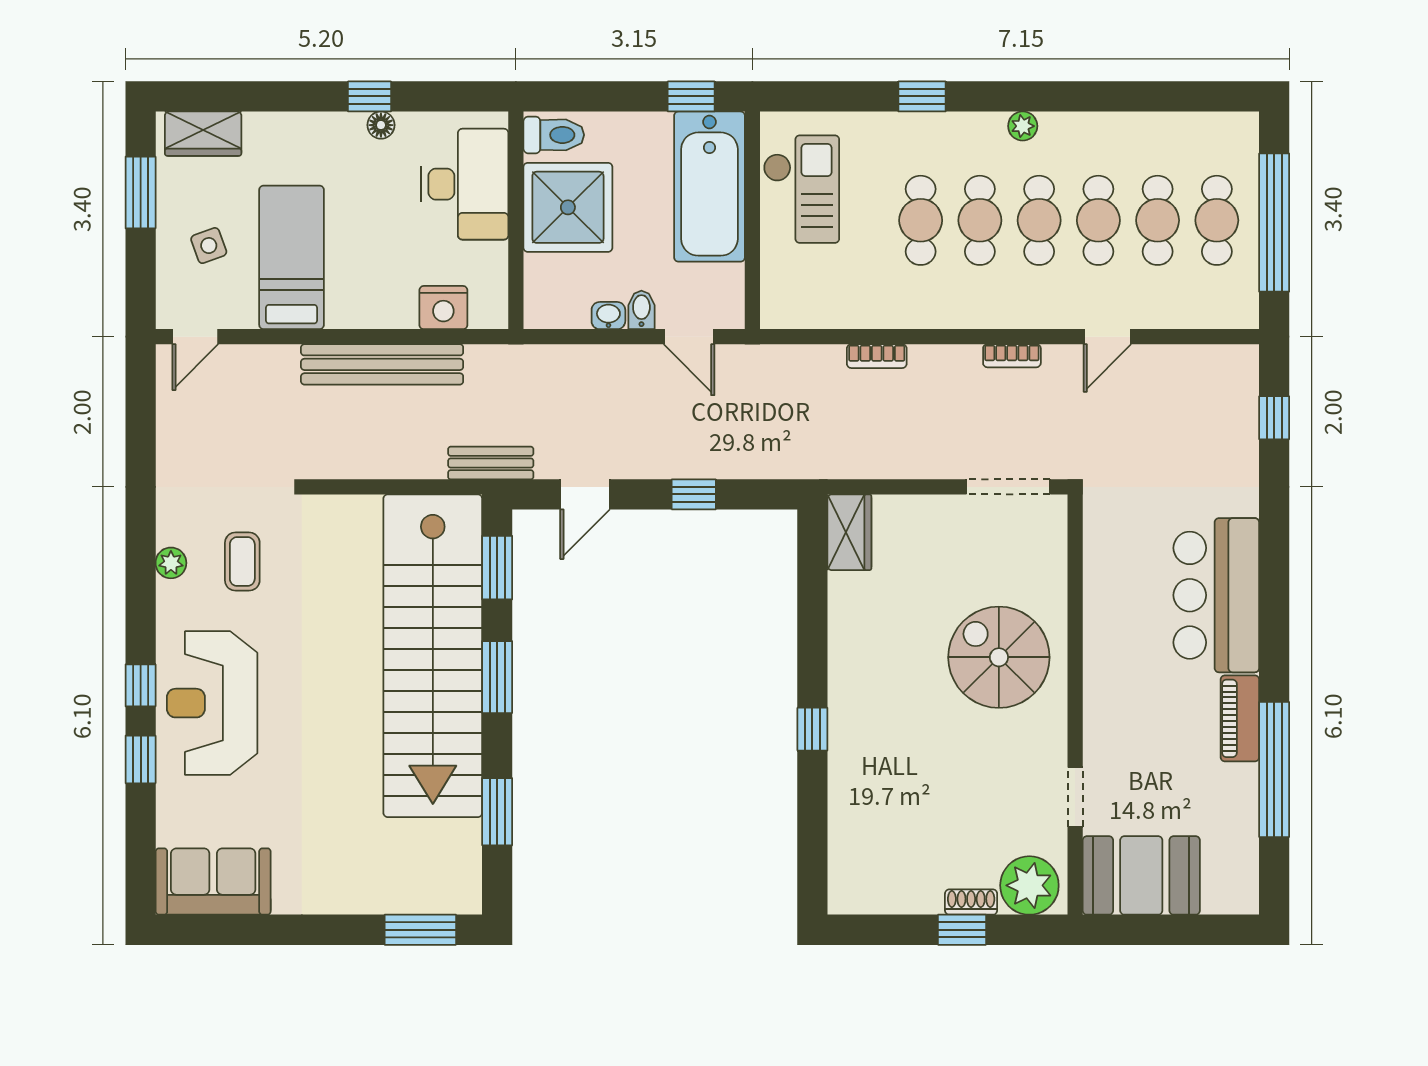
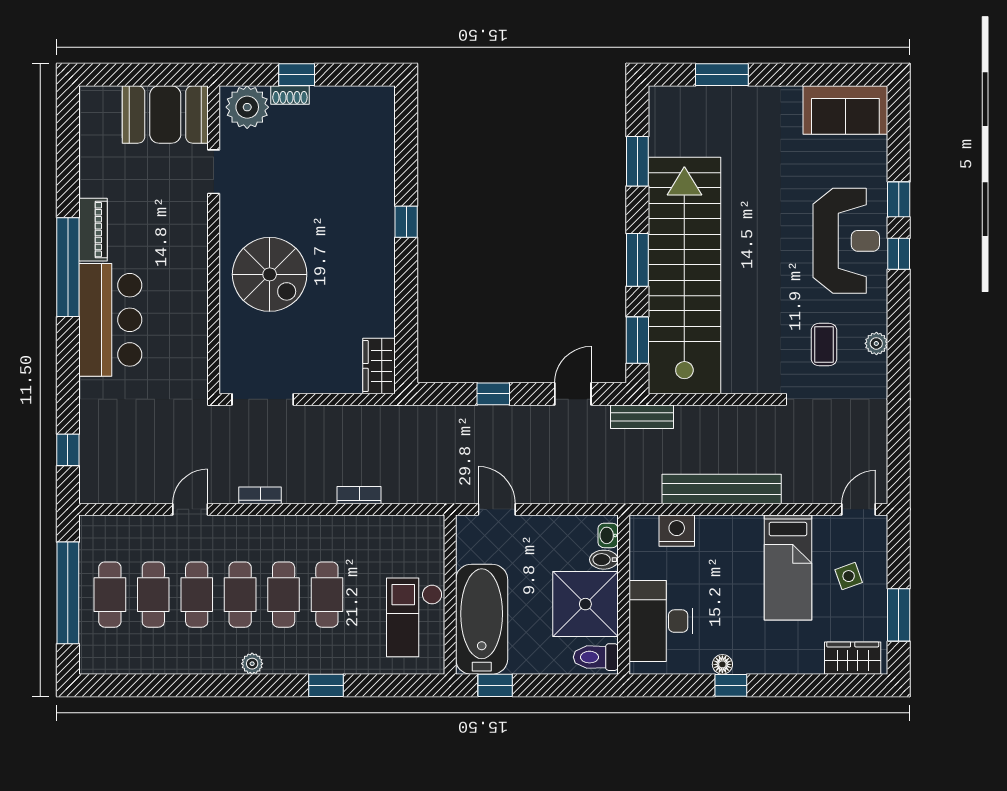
bidet: (641, 310) -> (604, 560), moved, turned 90
washbasin: (608, 316) -> (608, 535), moved, turned 90
window: (1274, 769) -> (68, 267), moved
window: (420, 930) -> (722, 75), moved

